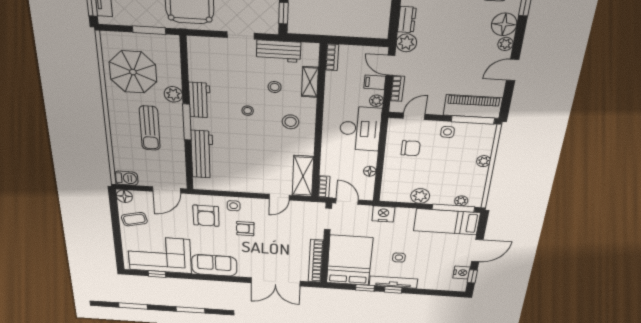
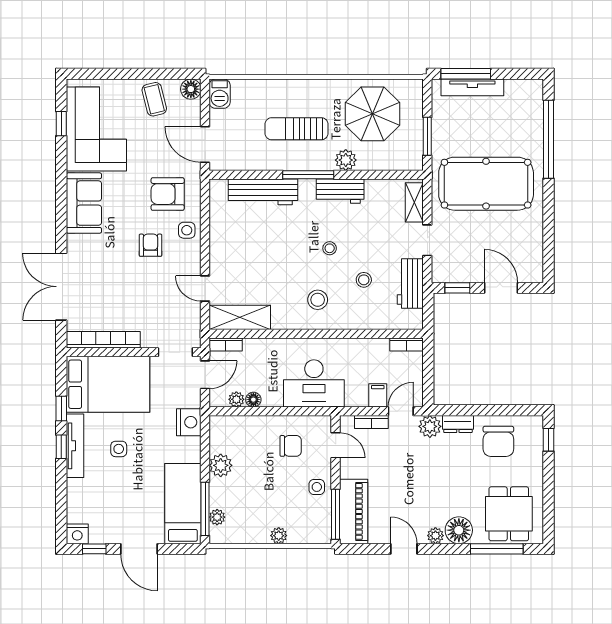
shelving: (310, 82) -> (414, 202), moved, turned 90
plant: (376, 101) -> (236, 399), moved
chair: (411, 148) -> (291, 446), turned -90
nightstand: (461, 273) -> (77, 534), moved

